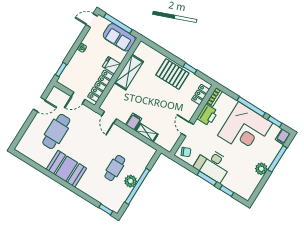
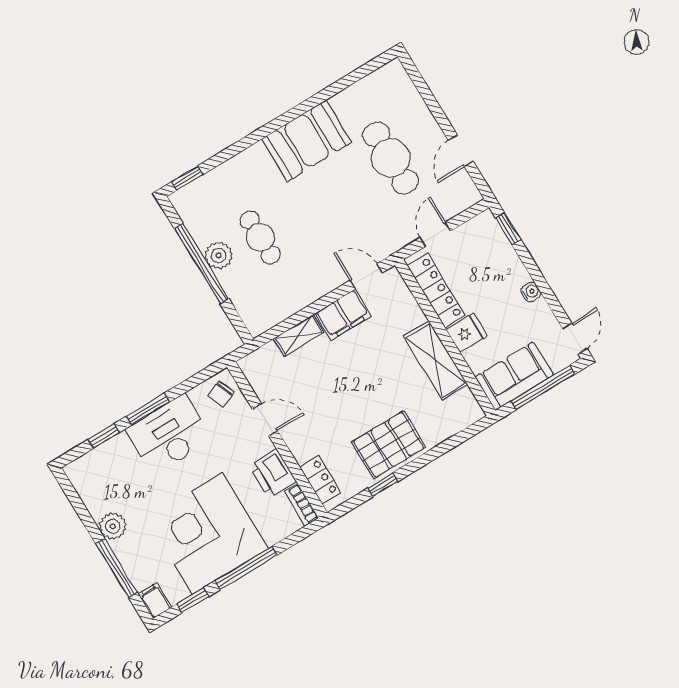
filing cabinet: (134, 122) -> (343, 315), width x2.00

